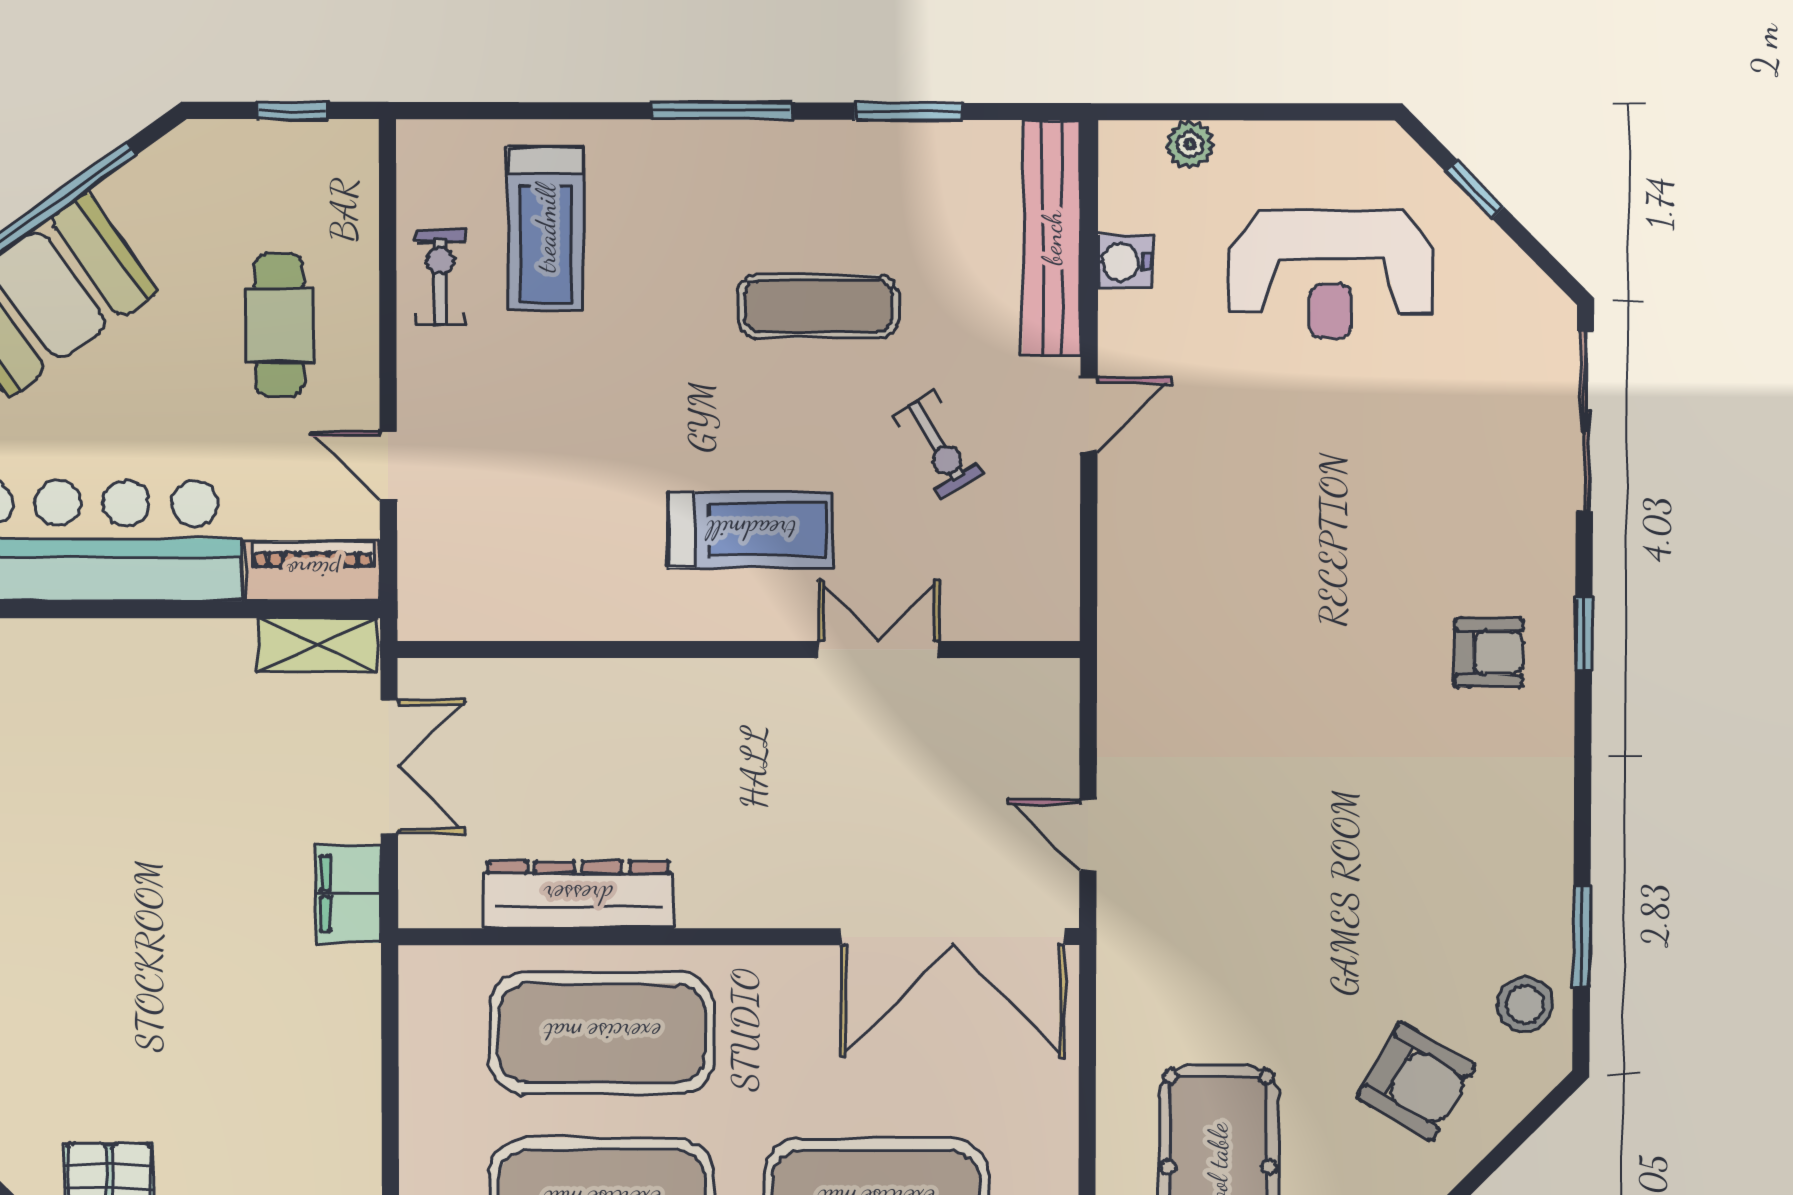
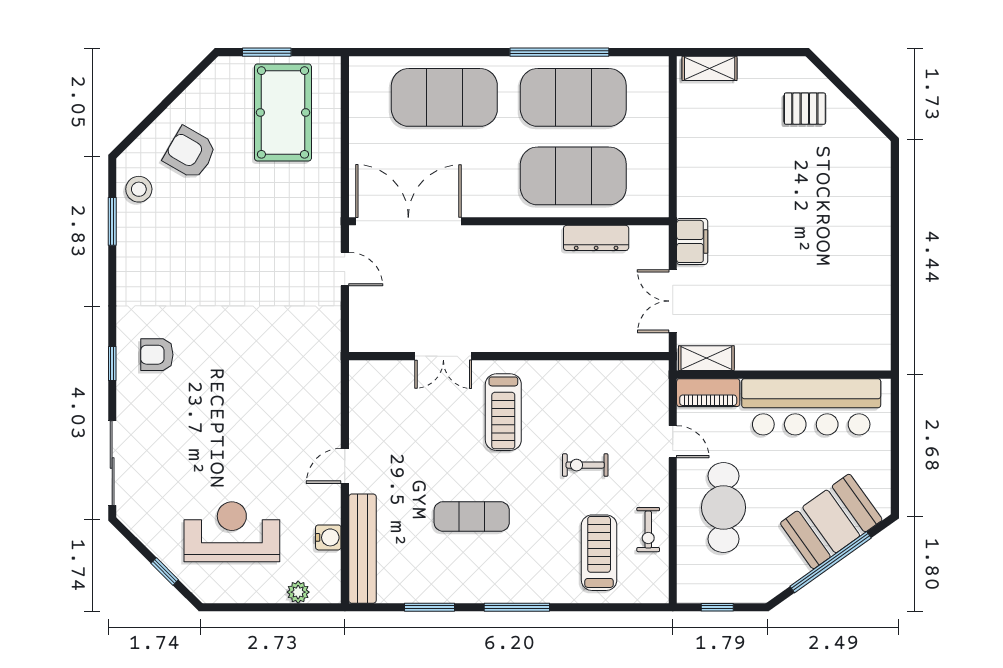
cafe table: (279, 325) -> (723, 507), width x1.37, depth x1.35
exercise bike: (938, 445) -> (585, 465), moved, turned -59
treadmill: (751, 530) -> (503, 412), turned -90
dresser: (578, 895) -> (596, 238), width x0.73, depth x0.80

